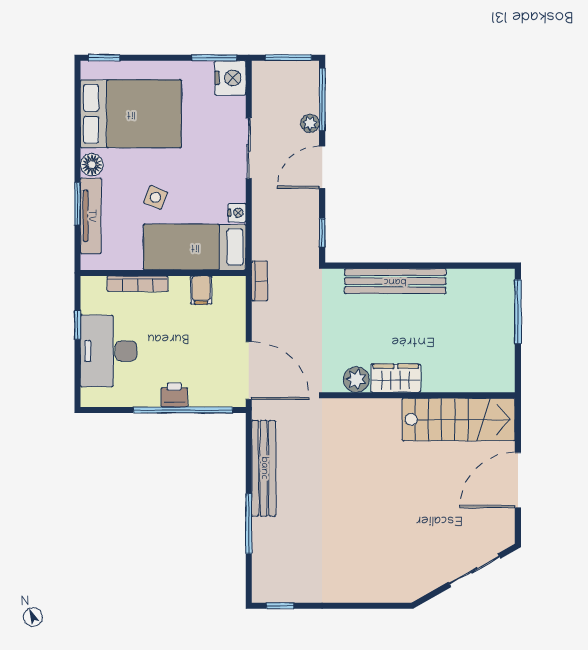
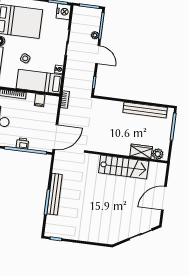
door: (322, 167) -> (98, 55), swing flipped
bench: (395, 281) -> (145, 110), moved
door: (249, 371) -> (55, 137), hinge flipped
wardrobe: (396, 378) -> (141, 151), moved
plant: (356, 379) -> (158, 154), moved
stairs: (459, 420) -> (124, 167), moved
bench: (264, 468) -> (55, 194), moved

